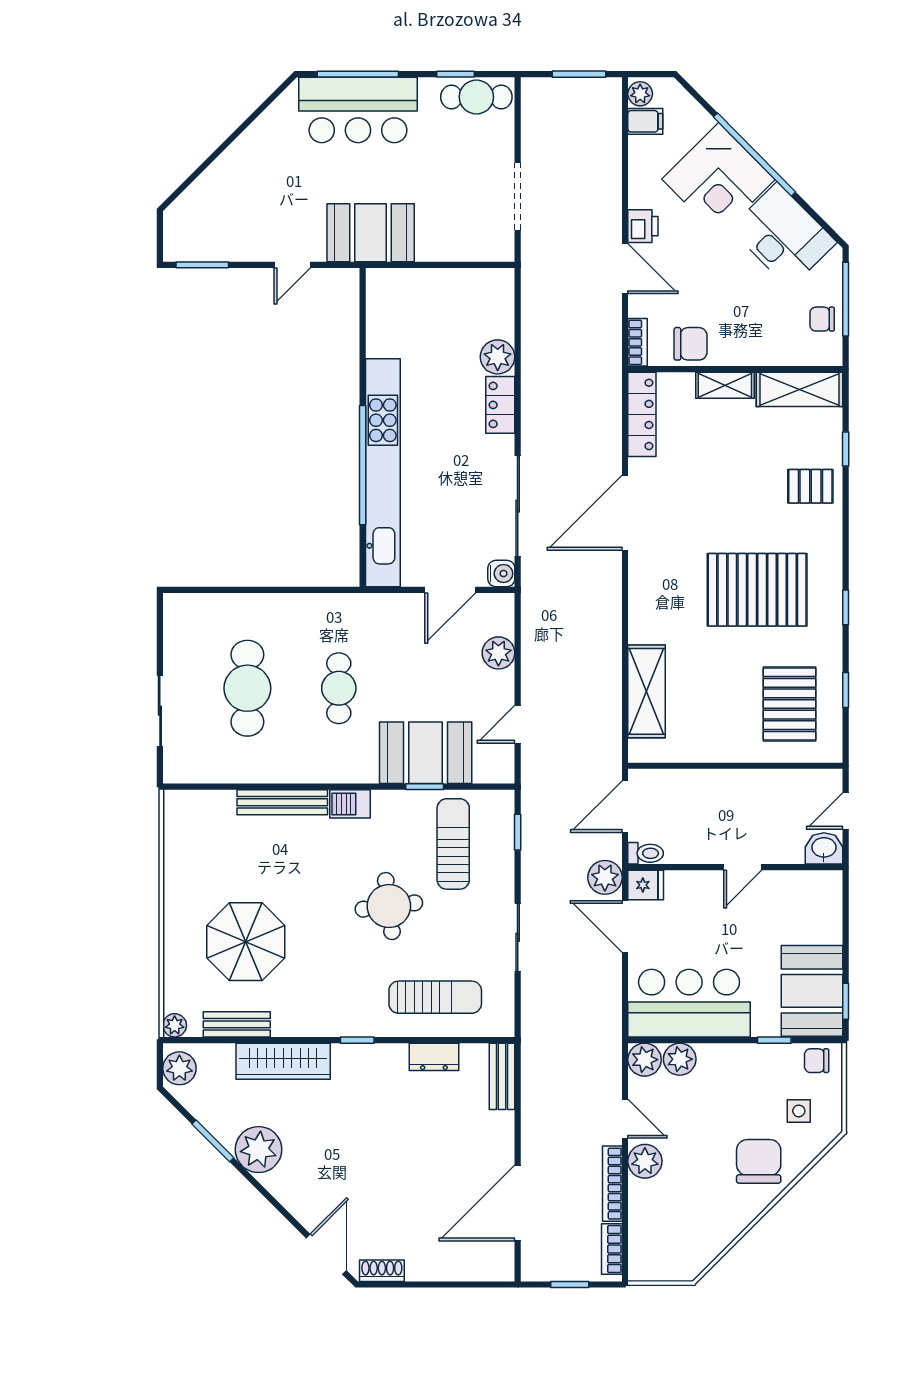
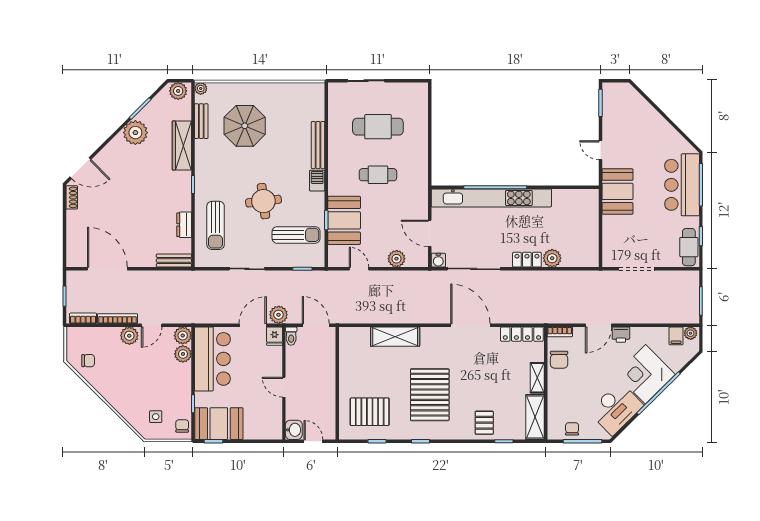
shelving: (647, 691) -> (395, 337), moved
chair: (759, 1161) -> (88, 361), moved, width x0.54, depth x0.54

